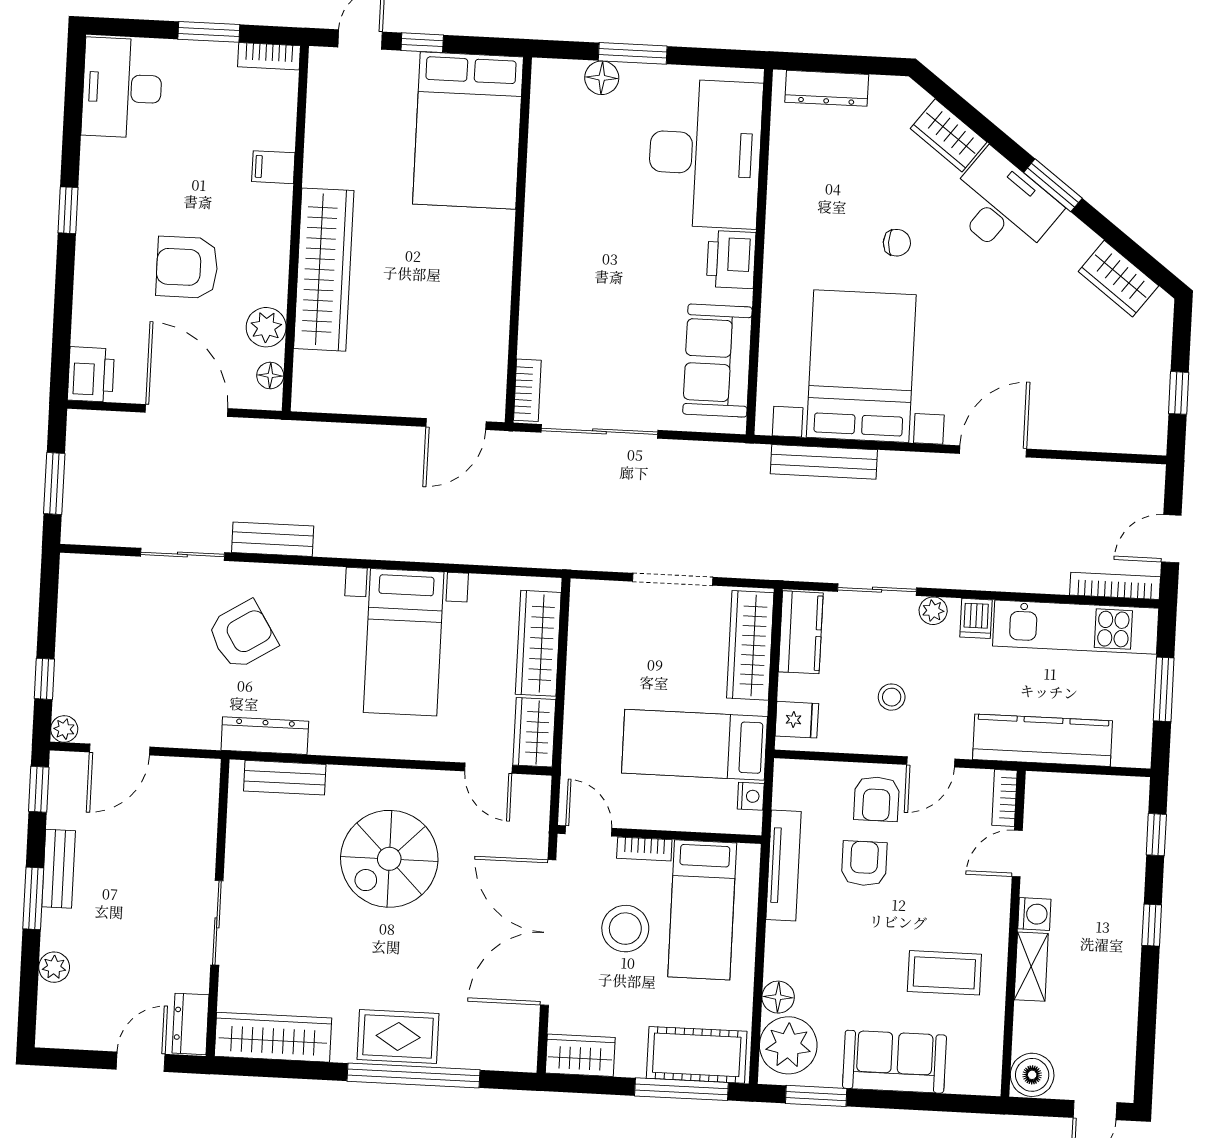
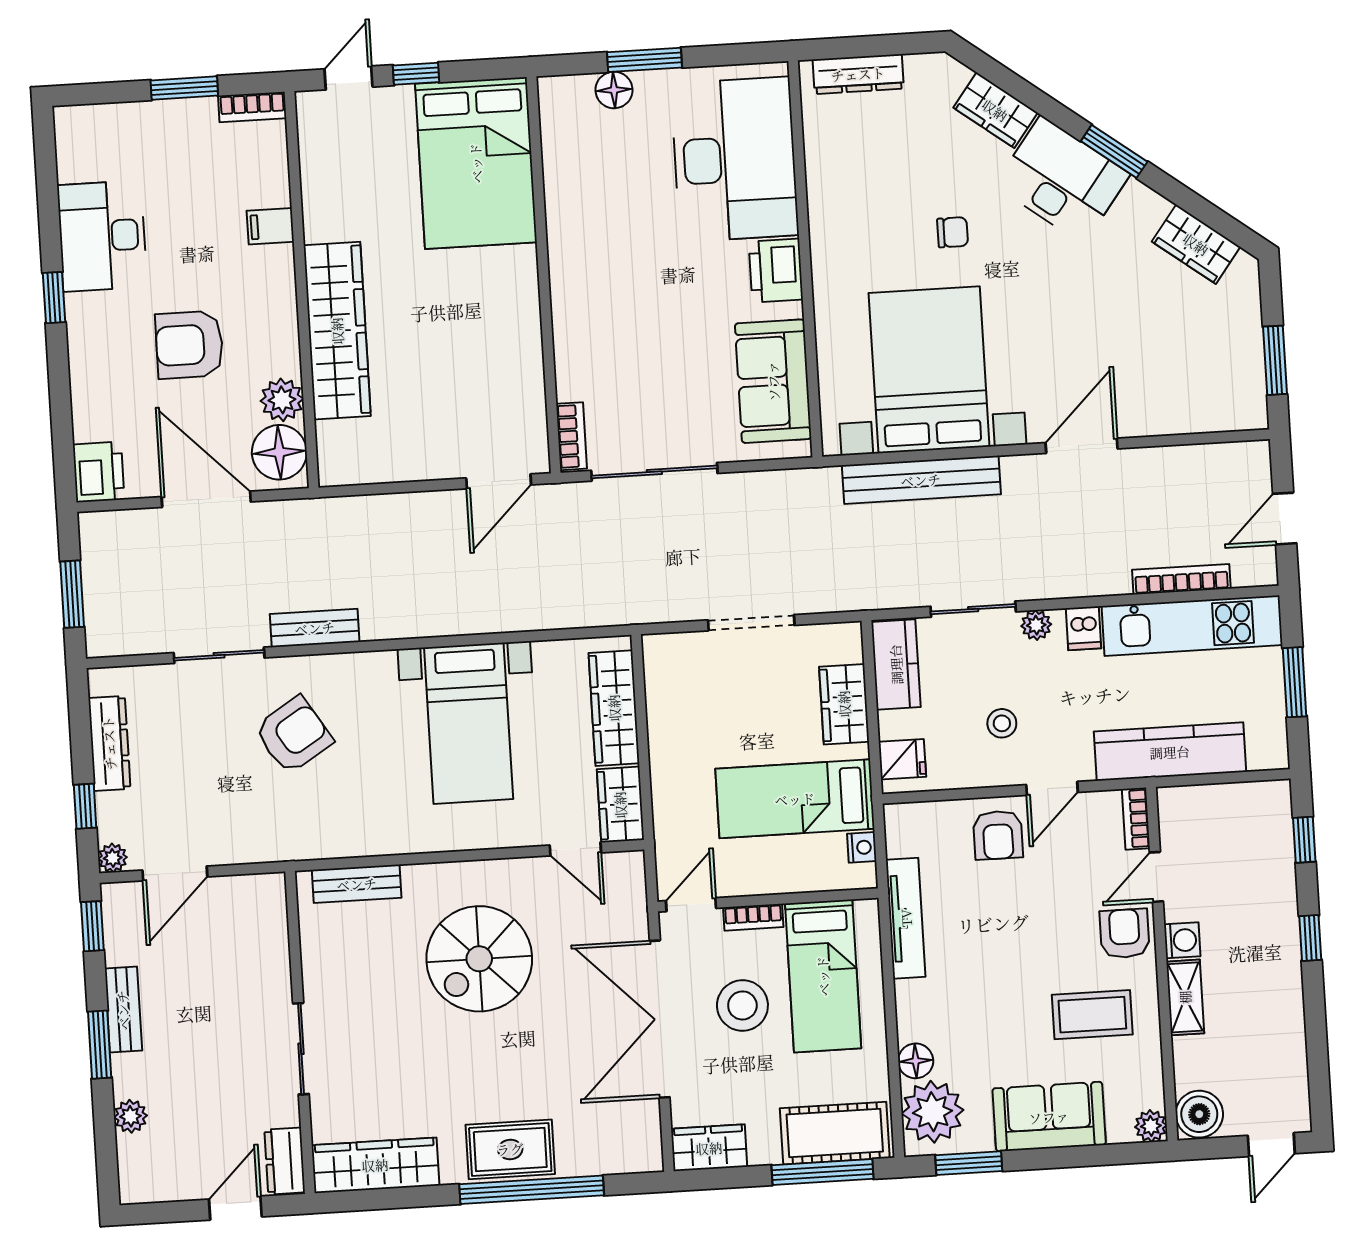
desk: (122, 88) -> (102, 236), moved
floor lamp: (270, 376) -> (279, 452), width x1.89, depth x1.89
window: (1179, 393) -> (1275, 360), width x1.50
bench: (824, 462) -> (921, 480), width x1.37, depth x1.21
bookcase: (1115, 586) -> (1181, 579), moved
wardrobe: (750, 645) -> (844, 704), width x0.67
dresser: (265, 736) -> (109, 743), moved, turned 90
door: (589, 831) -> (691, 905), hinge flipped
armchair: (864, 863) -> (1125, 933), moved
plant: (987, 1081) -> (1151, 1126), added

